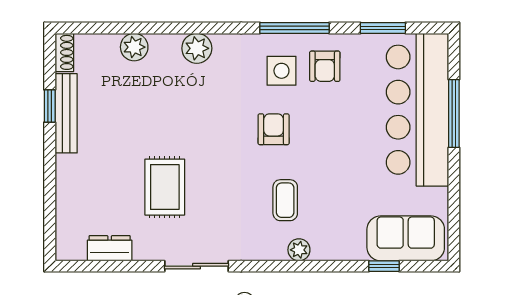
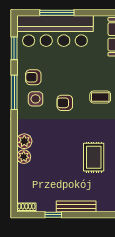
plant: (134, 47) -> (24, 157), moved
armchair: (325, 66) -> (33, 77), turned 180
bench: (66, 113) -> (76, 207), moved
rug: (165, 187) -> (94, 157), turned 90

